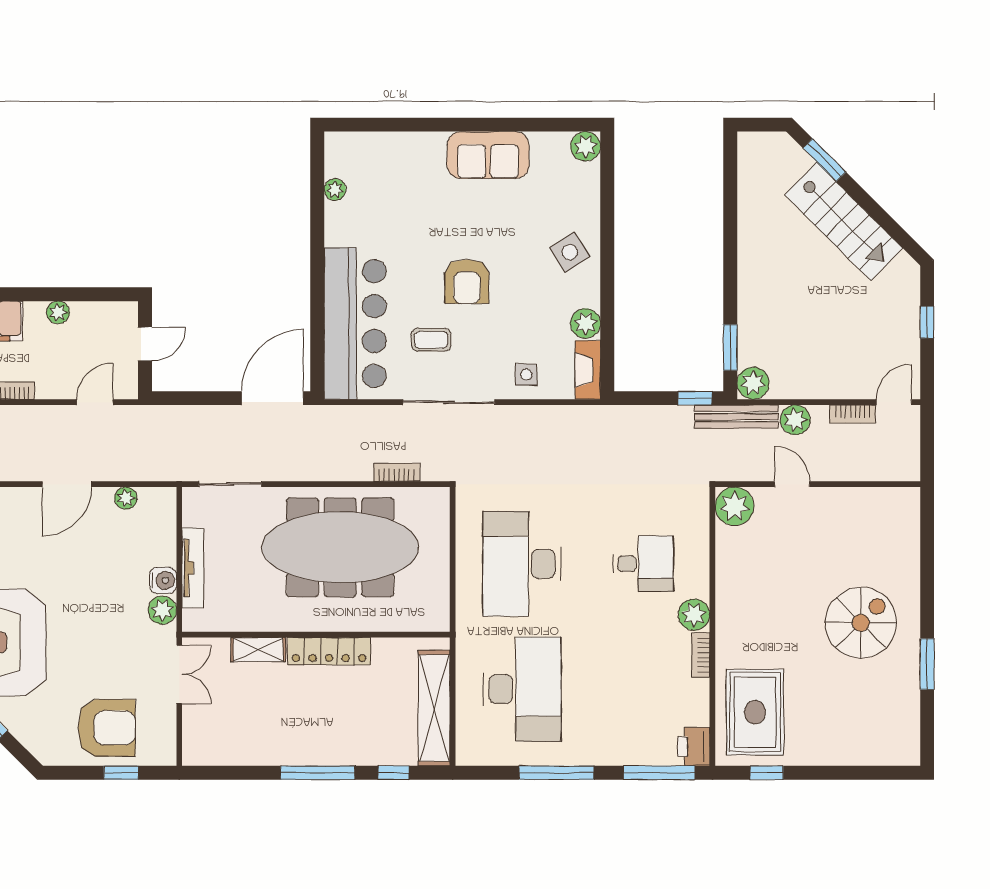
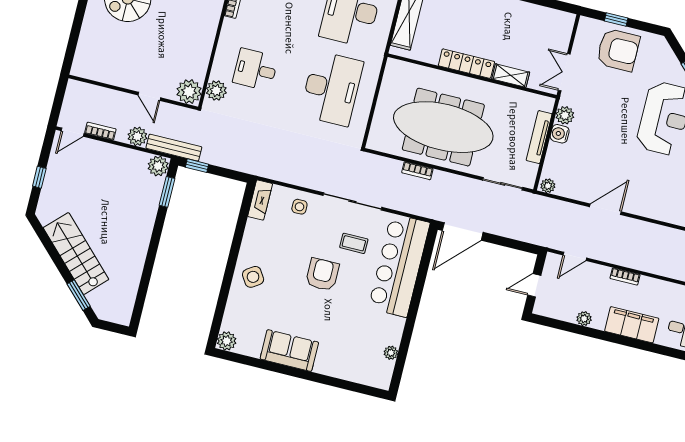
plant: (585, 323) -> (254, 230), removed
bookcase: (397, 472) -> (417, 171), moved
plant: (126, 498) -> (548, 186), moved
plant: (694, 615) -> (216, 91), moved
armchair: (107, 728) -> (618, 50), turned 180

